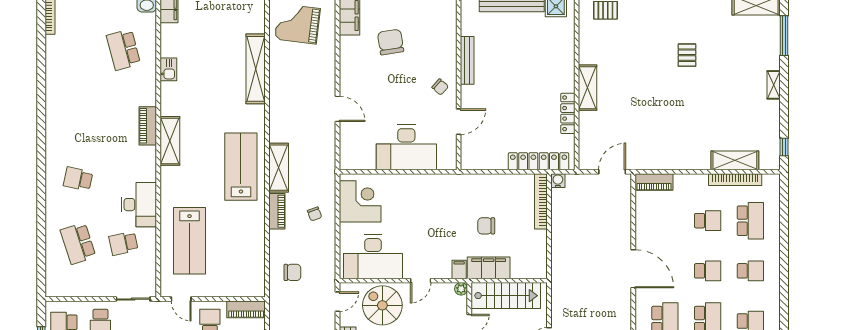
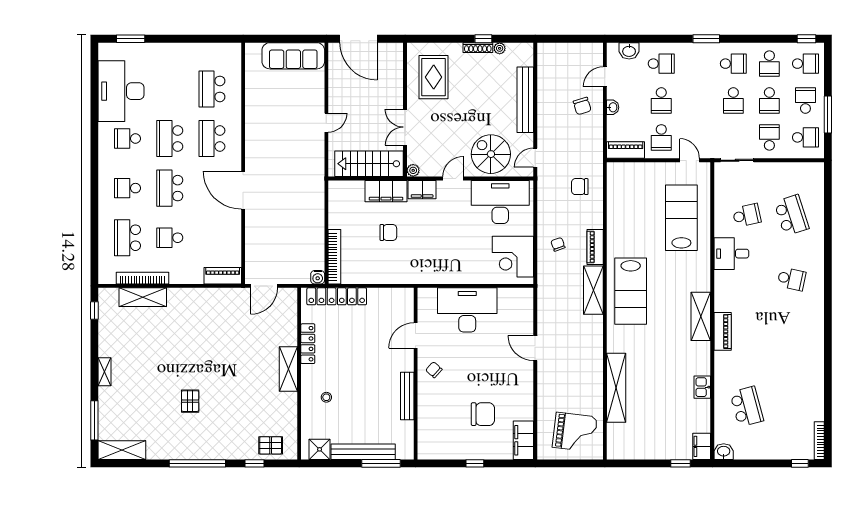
chair: (391, 42) -> (483, 414), turned -81
stool: (549, 59) -> (326, 397), added
desk: (139, 205) -> (731, 254), width x0.73
filing cabinet: (459, 269) -> (422, 190), width x2.00
school desk: (708, 271) -> (170, 188), width x1.85
spiral stairs: (382, 305) -> (491, 154), turned 180

